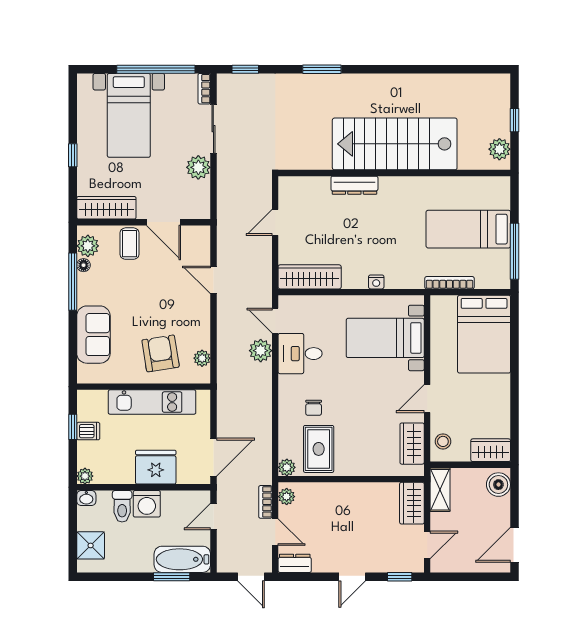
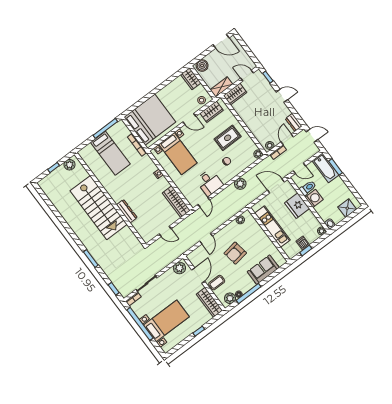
plant: (198, 167) -> (179, 268), moved
bed: (484, 334) -> (150, 120), width x1.36
plant: (261, 351) -> (240, 184), moved
armchair: (161, 353) -> (235, 253), moved
rug: (319, 449) -> (228, 138), moved
toilet: (122, 506) -> (308, 188), moved
door: (251, 577) -> (312, 136), hinge flipped

